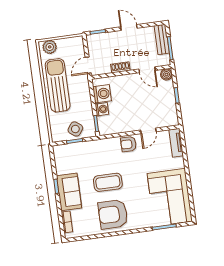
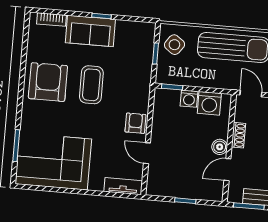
boiler: (166, 74) -> (220, 147), moved
side table: (75, 129) -> (174, 45), moved

